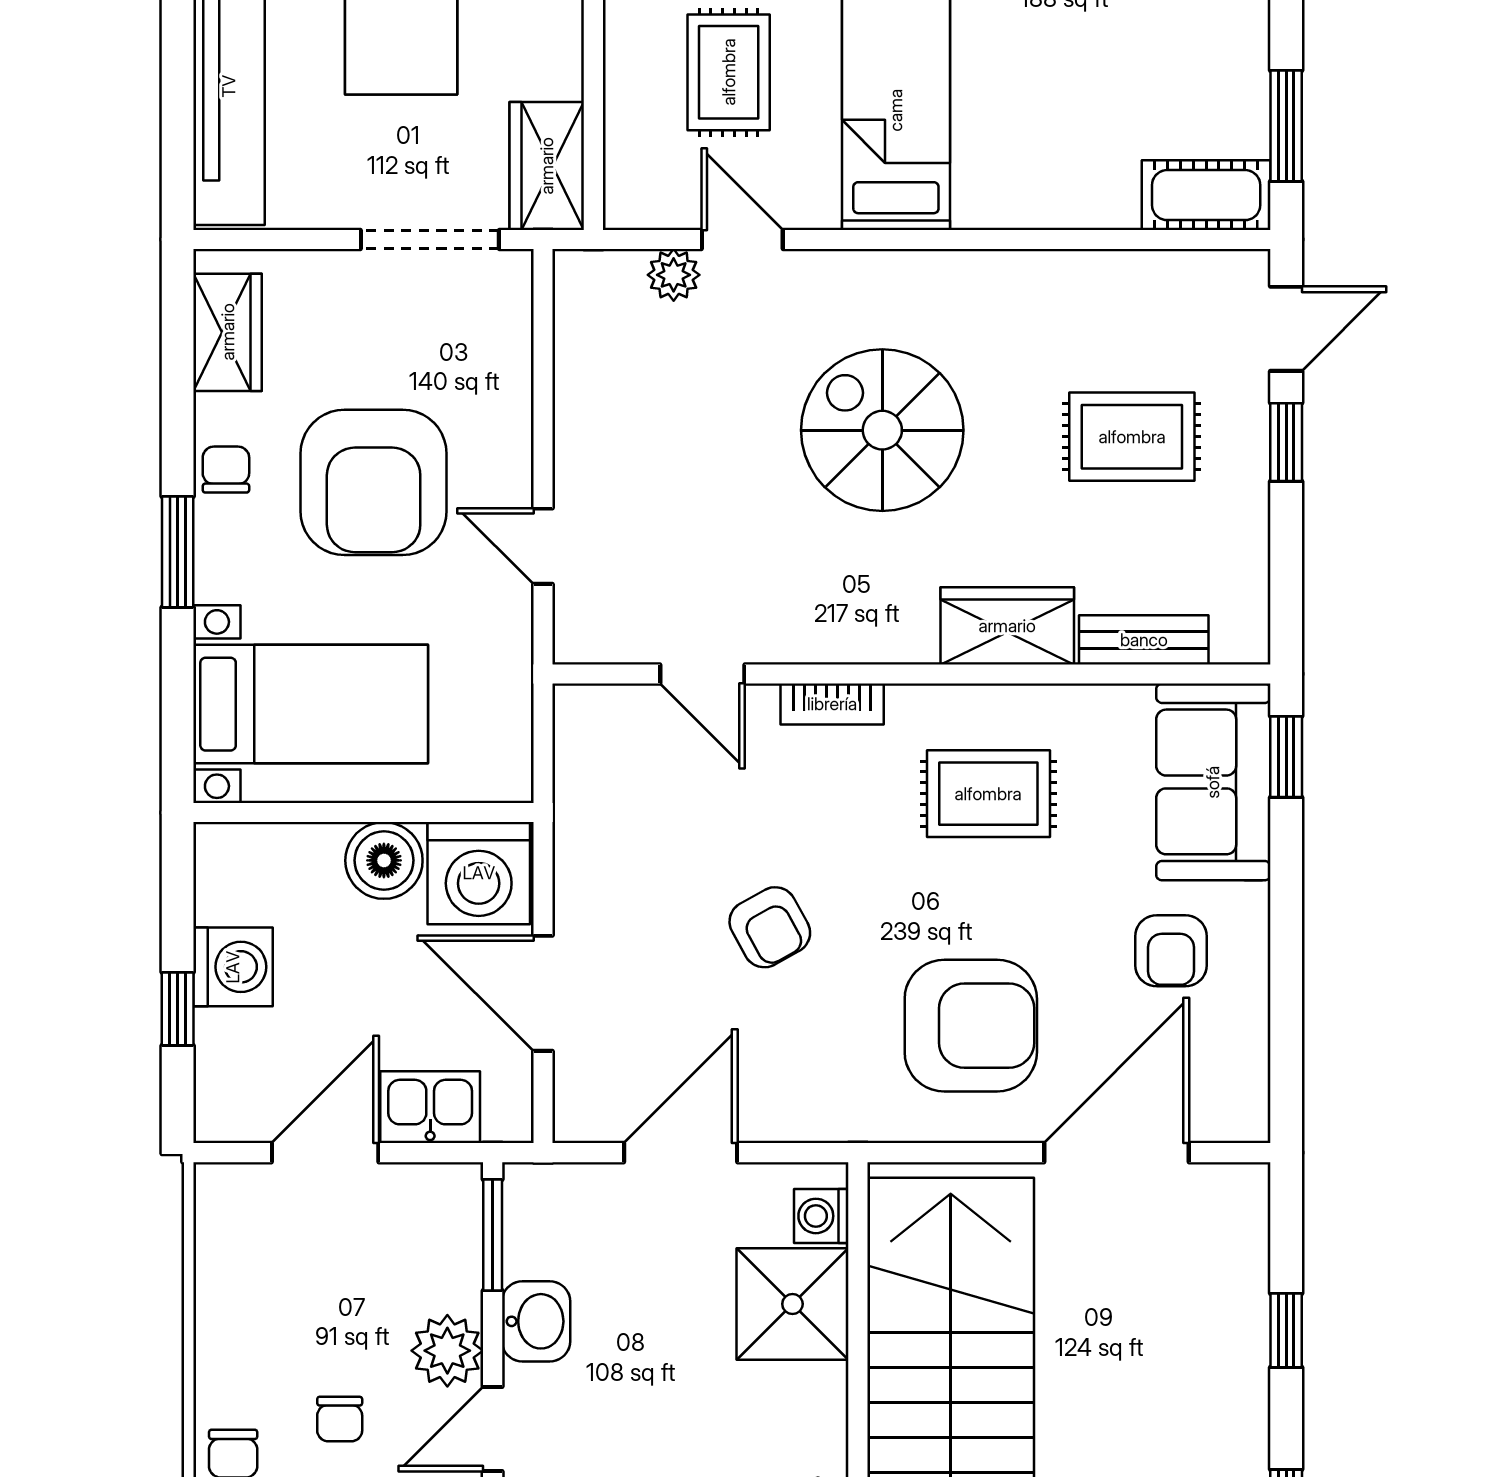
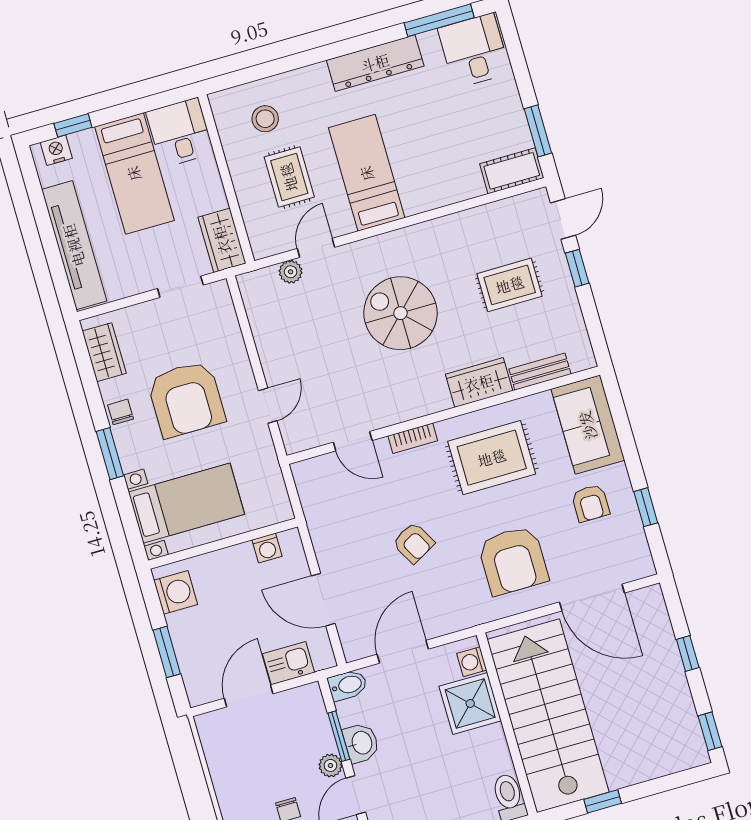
doorway: (430, 239) -> (180, 287), width x0.73
door: (742, 239) -> (316, 248), hinge flipped
door: (543, 546) -> (268, 406), swing flipped
window: (1286, 757) -> (646, 507), moved
rug: (988, 794) -> (492, 458), width x1.36, depth x1.43
boiler: (384, 860) -> (238, 562), removed
washing machine: (479, 873) -> (267, 548), width x0.53, depth x0.53
washing machine: (233, 967) -> (176, 592), moved
window: (178, 1009) -> (167, 652), width x1.50
armchair: (971, 1026) -> (513, 561), turned 90
door: (1116, 1153) -> (592, 597), swing flipped
bidet: (543, 1190) -> (348, 685), added
window: (493, 1235) -> (339, 736), moved
plant: (447, 1351) -> (330, 765), width x0.73, depth x0.73

